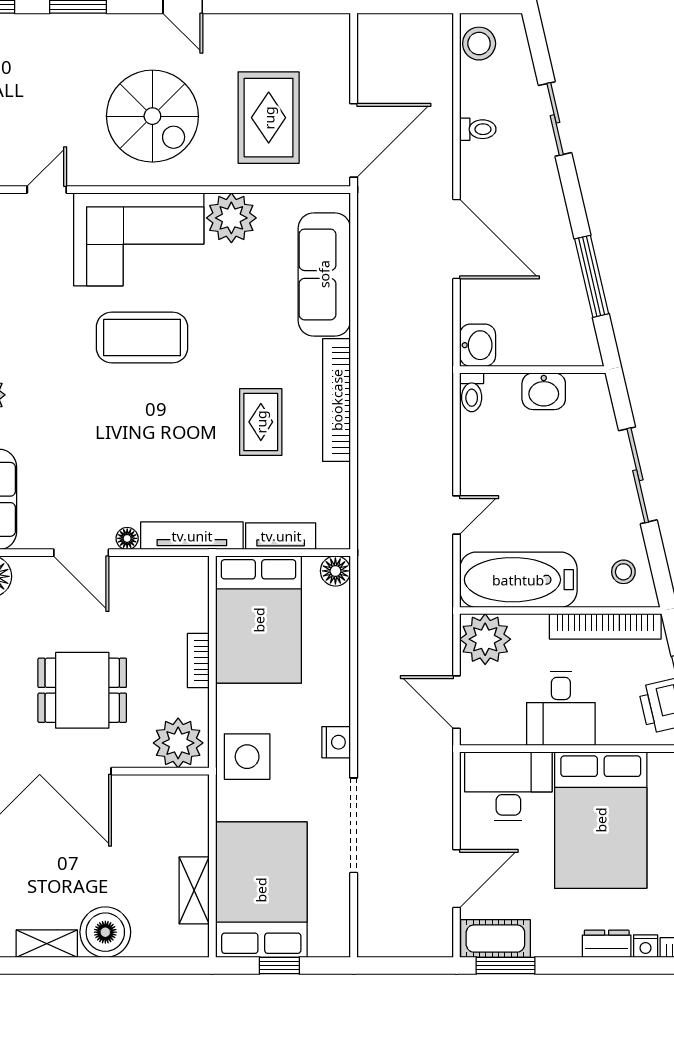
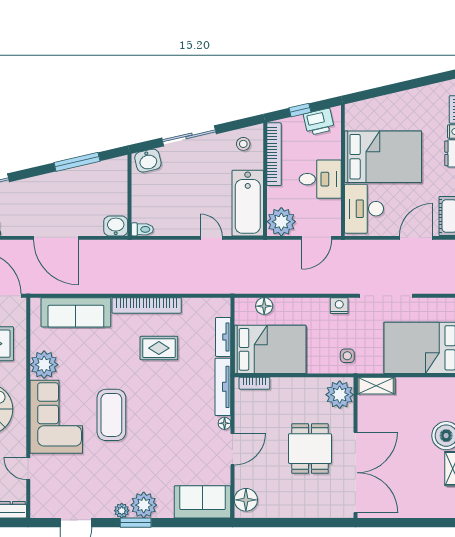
door: (456, 239) -> (56, 238), swing flipped
washbasin: (544, 391) -> (148, 161), moved, turned 77
floor lamp: (335, 571) -> (264, 306), moved
bookcase: (198, 661) -> (254, 383), moved
side table: (247, 757) -> (347, 356), width x0.54, depth x0.54
door: (456, 879) -> (416, 238), hinge flipped
shelving: (194, 890) -> (376, 386), moved

